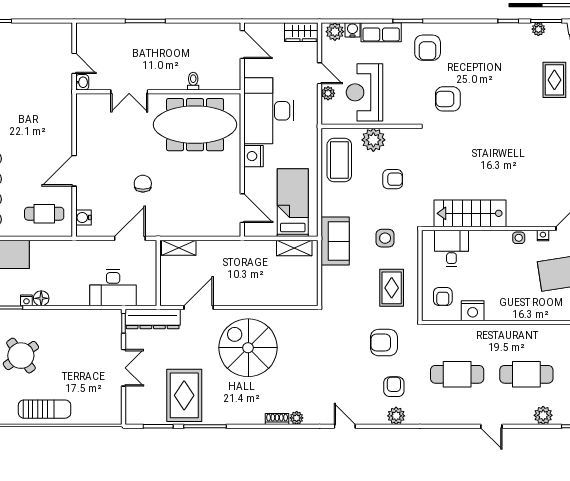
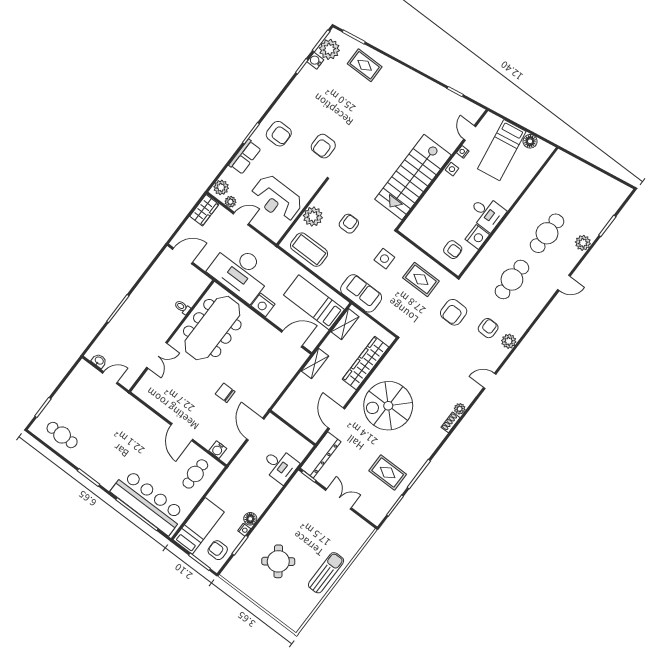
plant: (538, 29) -> (329, 49), width x1.87, depth x1.87
water cooler: (352, 30) -> (315, 61), moved
washbasin: (82, 82) -> (99, 361), moved
plant: (328, 93) -> (230, 202), moved
stairs: (470, 213) -> (413, 177), width x1.36, depth x1.51
shelving: (179, 248) -> (315, 363), moved
desk: (451, 248) -> (487, 213), moved, turned 180
desk: (113, 288) -> (280, 465), width x0.73
wardrobe: (272, 295) -> (366, 363), added
armchair: (394, 387) -> (488, 328), turned 90
rug: (184, 395) -> (388, 472), width x0.73, depth x0.70

